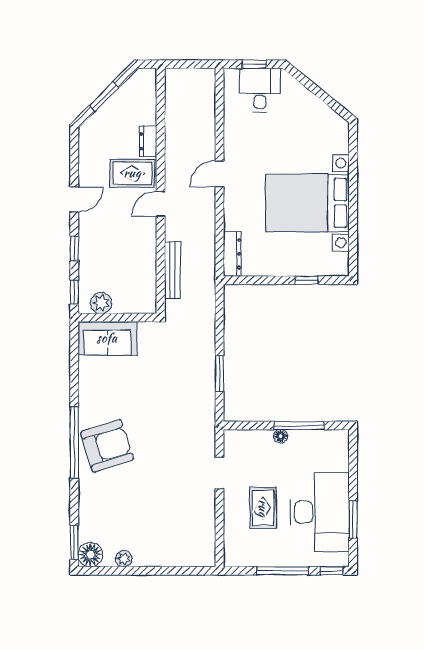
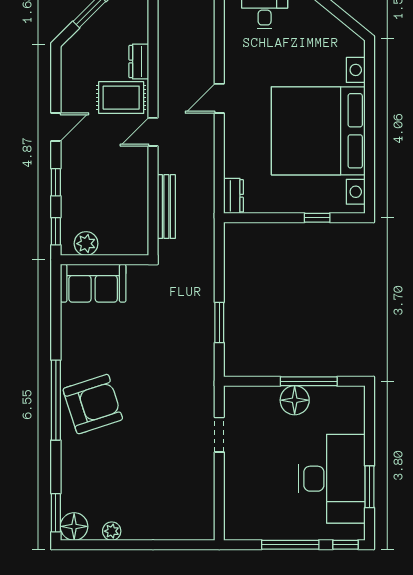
bed with nightstands: (307, 203) -> (318, 131), width x1.36
dresser: (232, 254) -> (234, 196), width x0.70
floor lamp: (280, 436) -> (295, 400), width x1.89, depth x1.89
rug: (263, 508) -> (268, 474), removed

